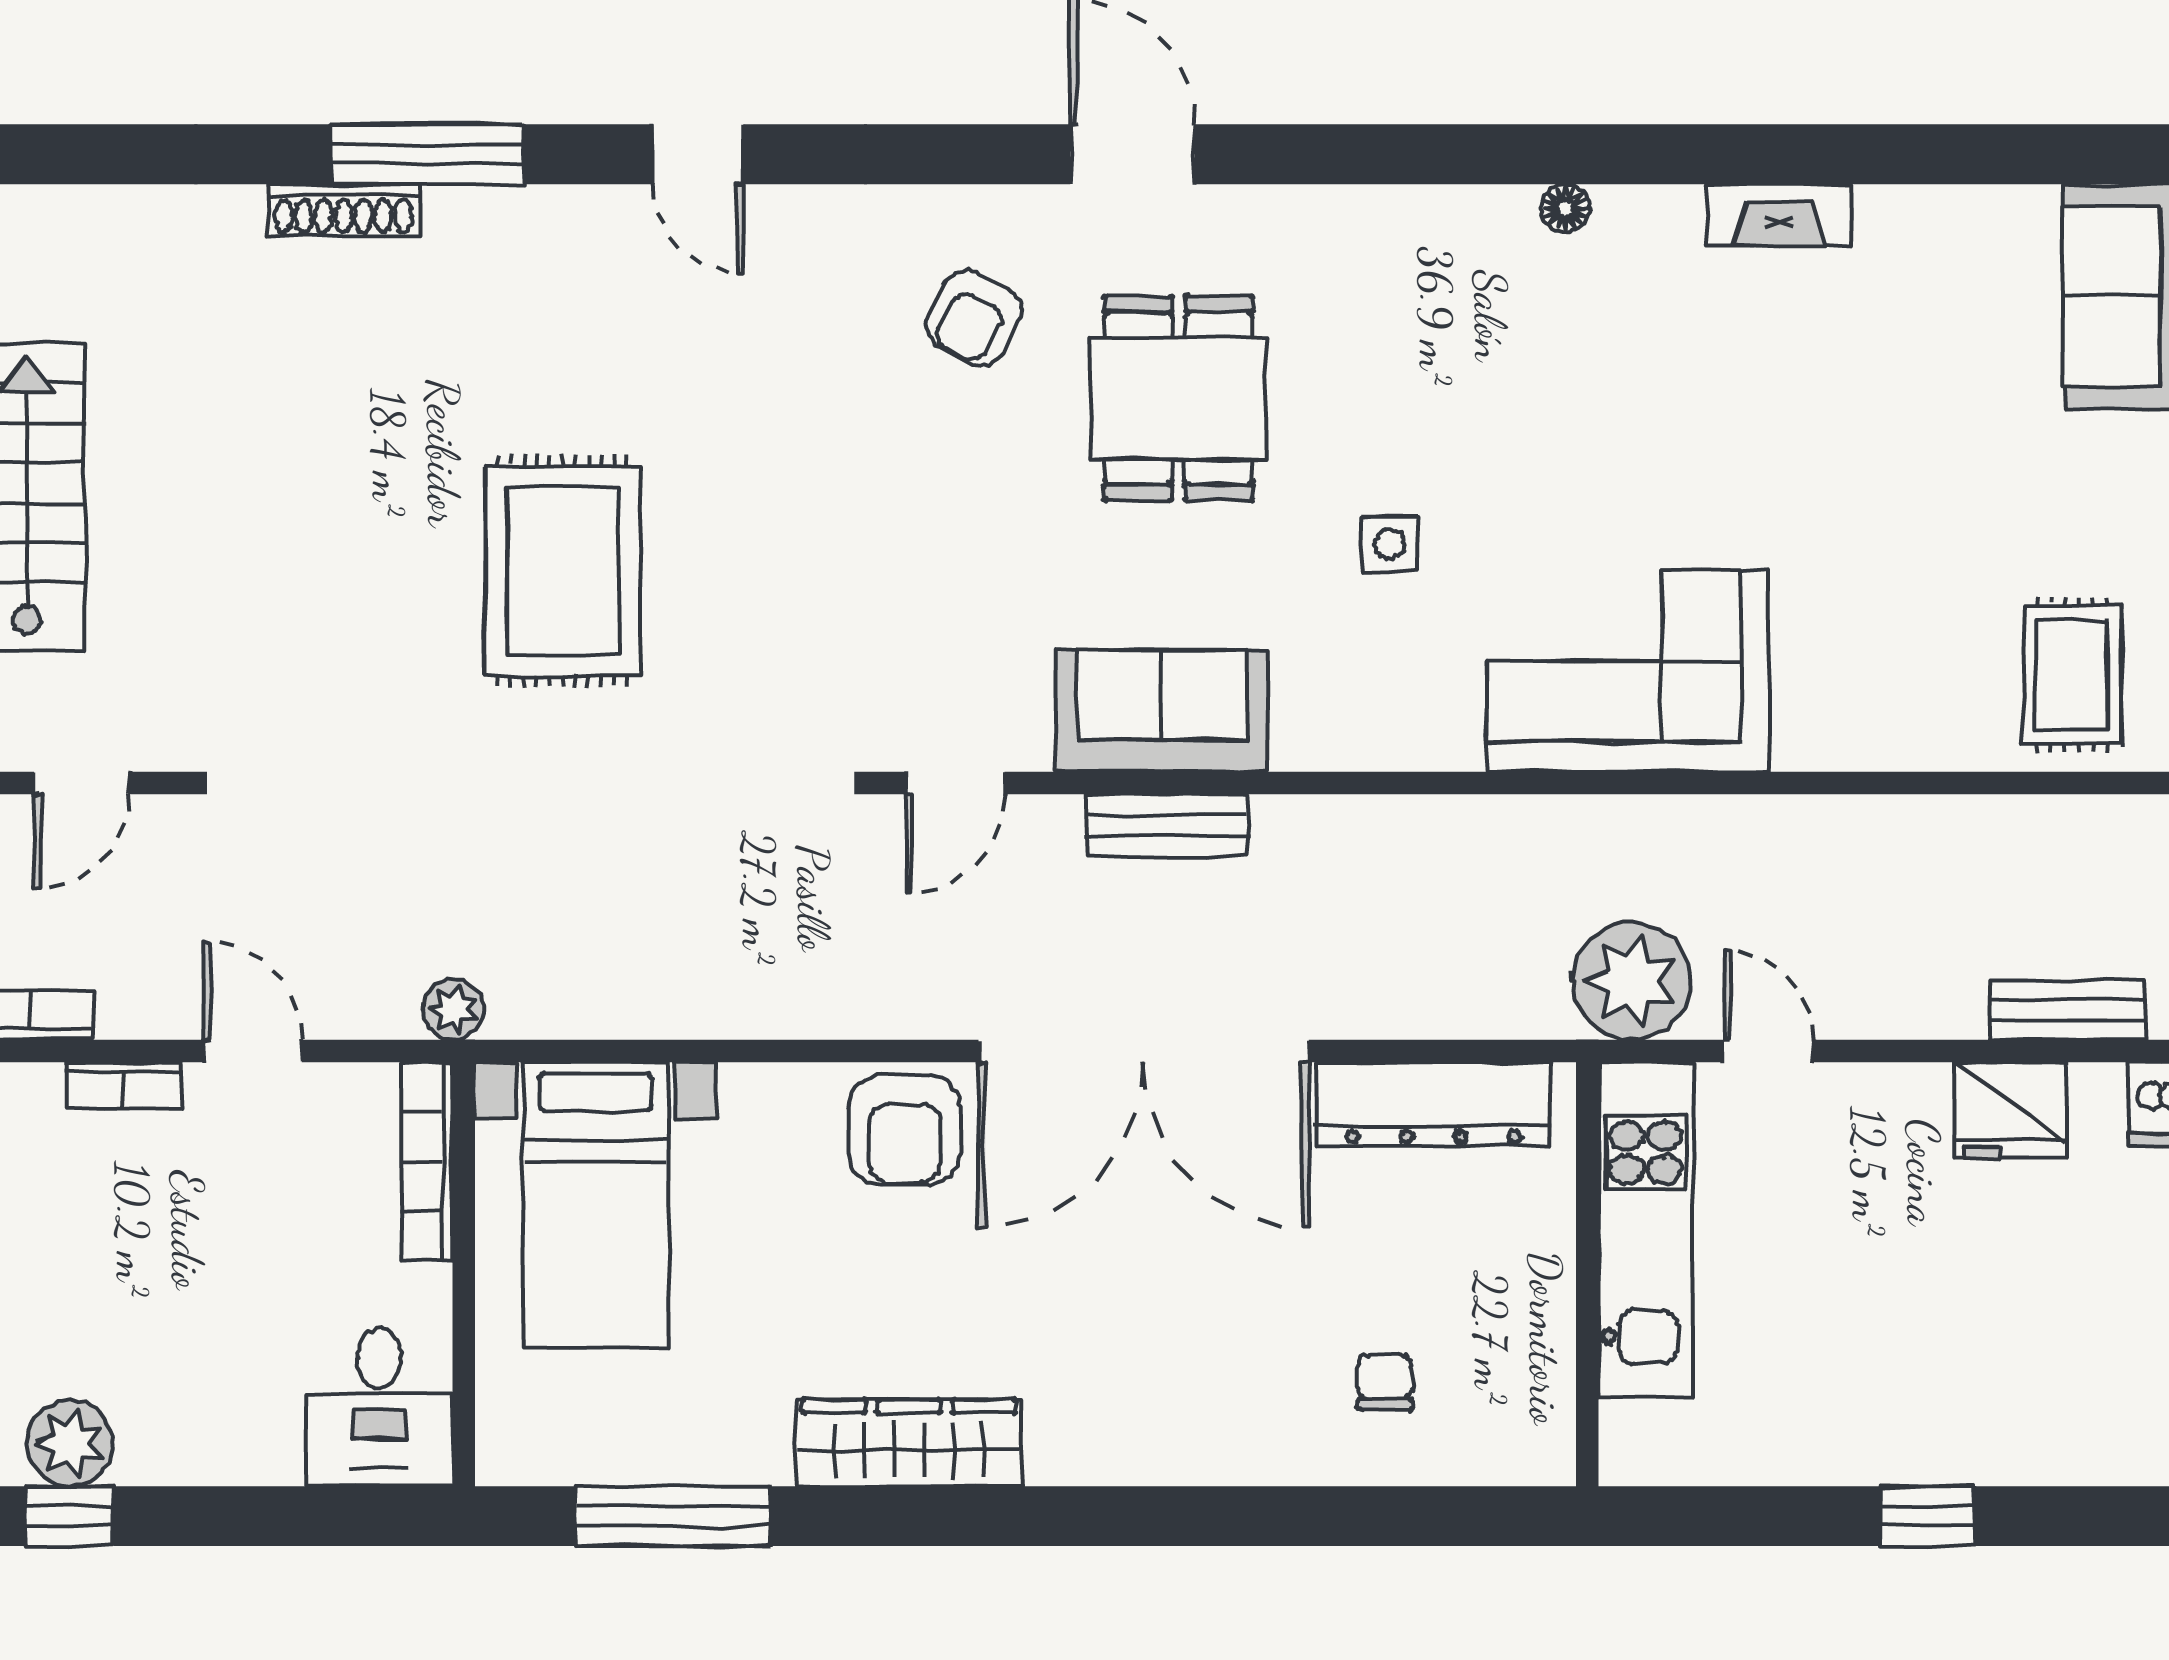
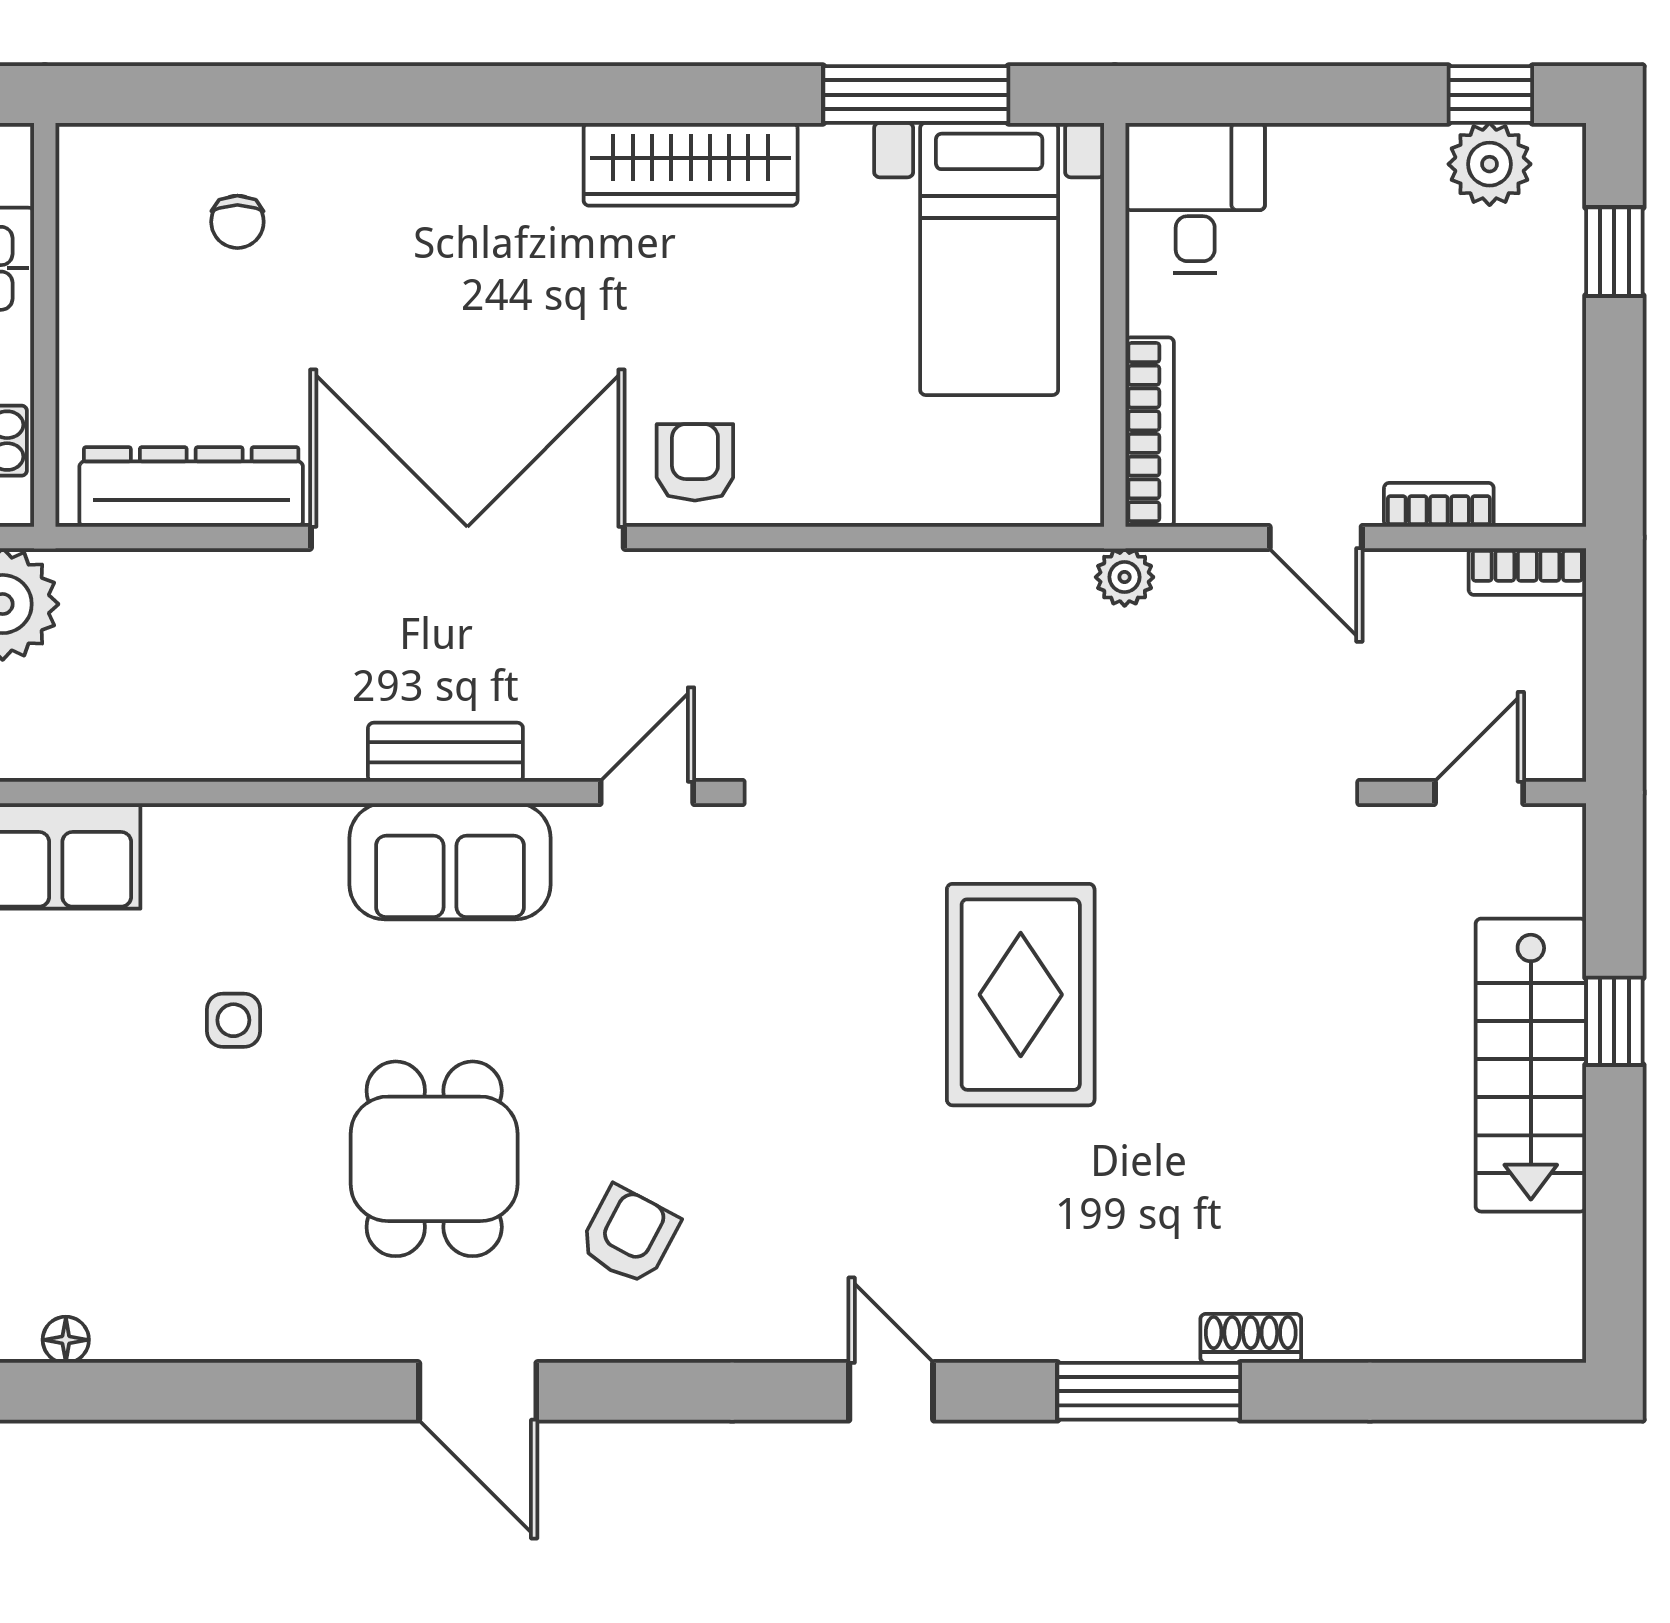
shoe rack: (344, 210) -> (1251, 1338), width x0.70
armchair: (905, 1130) -> (695, 462), width x0.72, depth x0.72
bed with nightstands: (596, 1205) -> (989, 259), moved, turned 180

